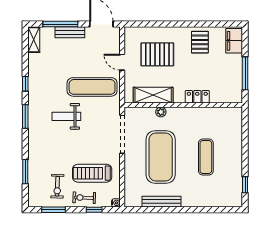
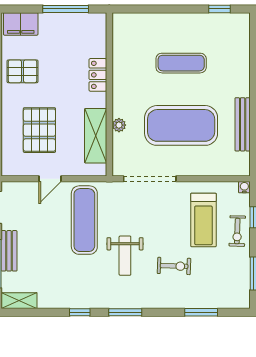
exercise bike: (57, 186) -> (174, 266), moved

